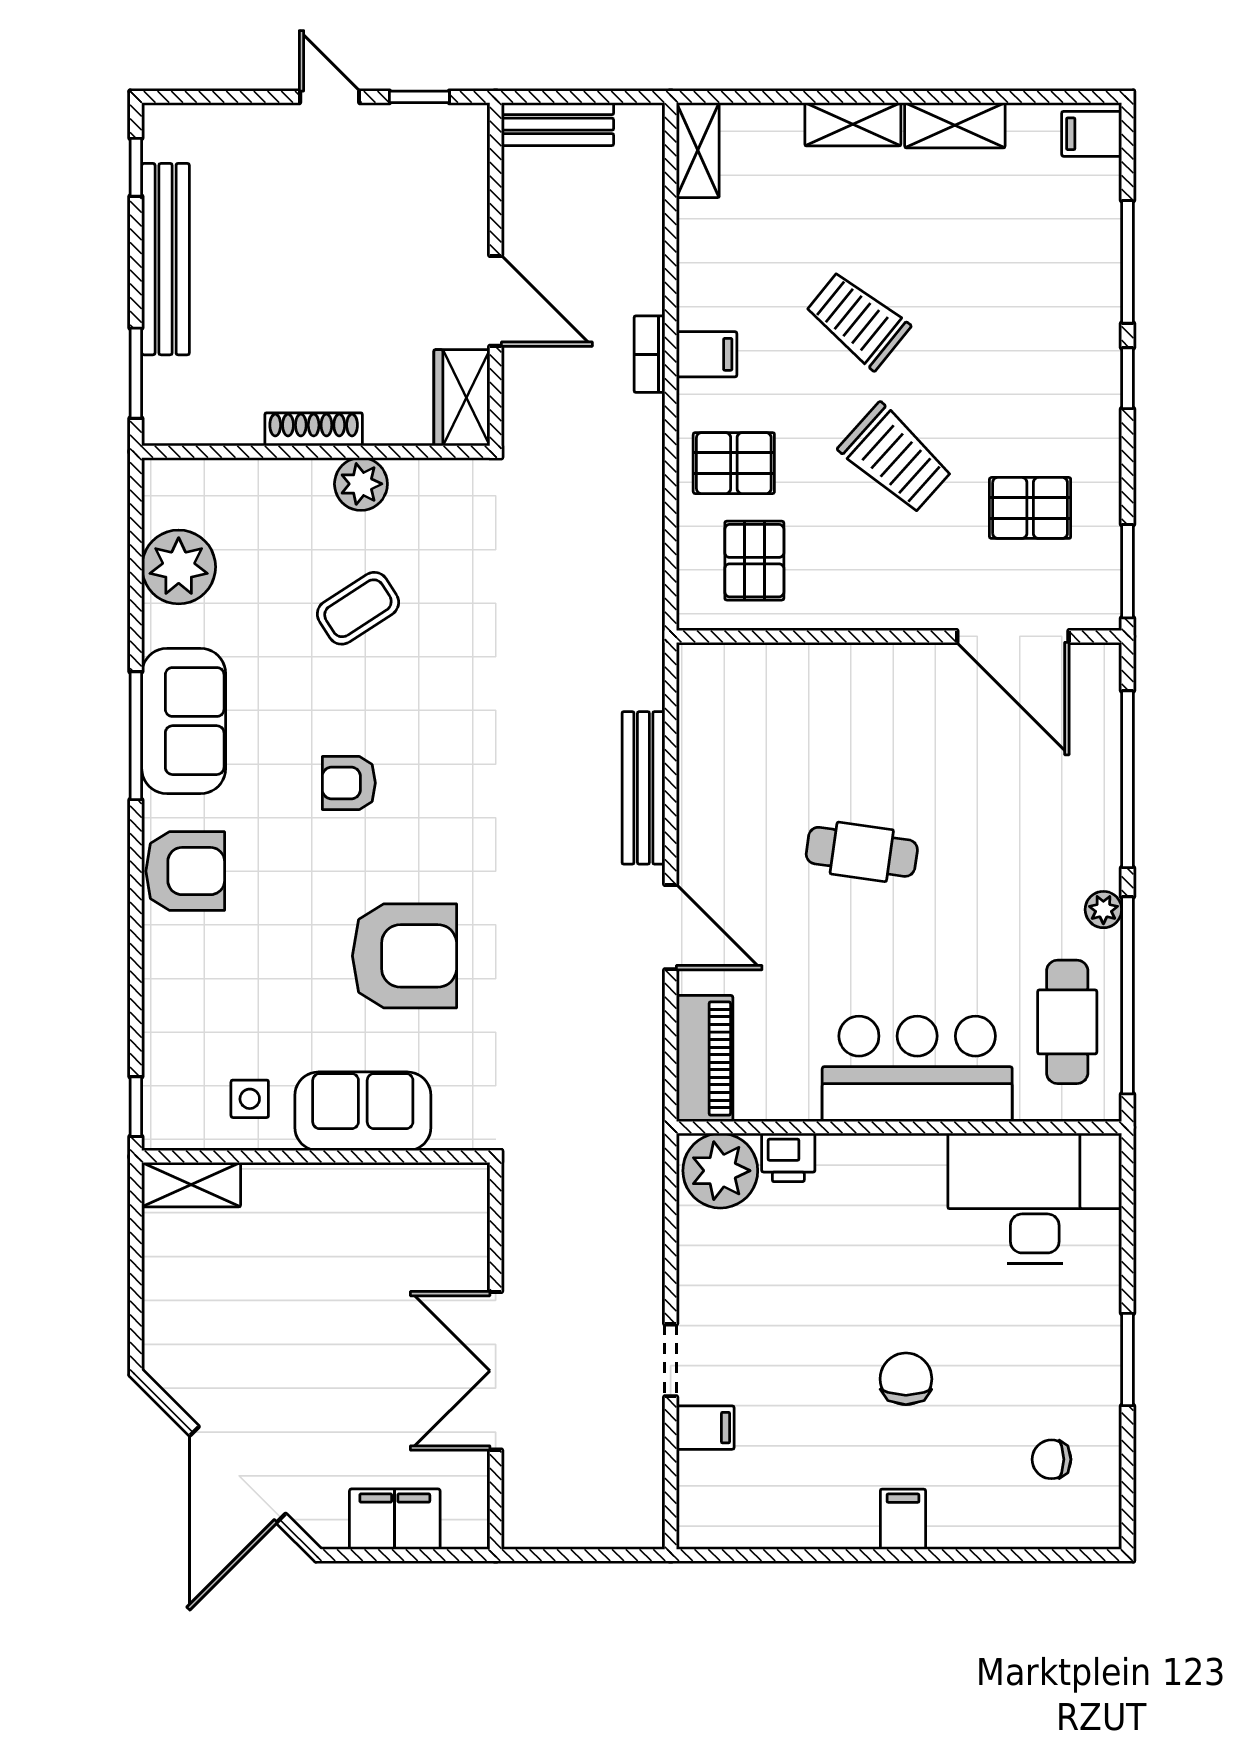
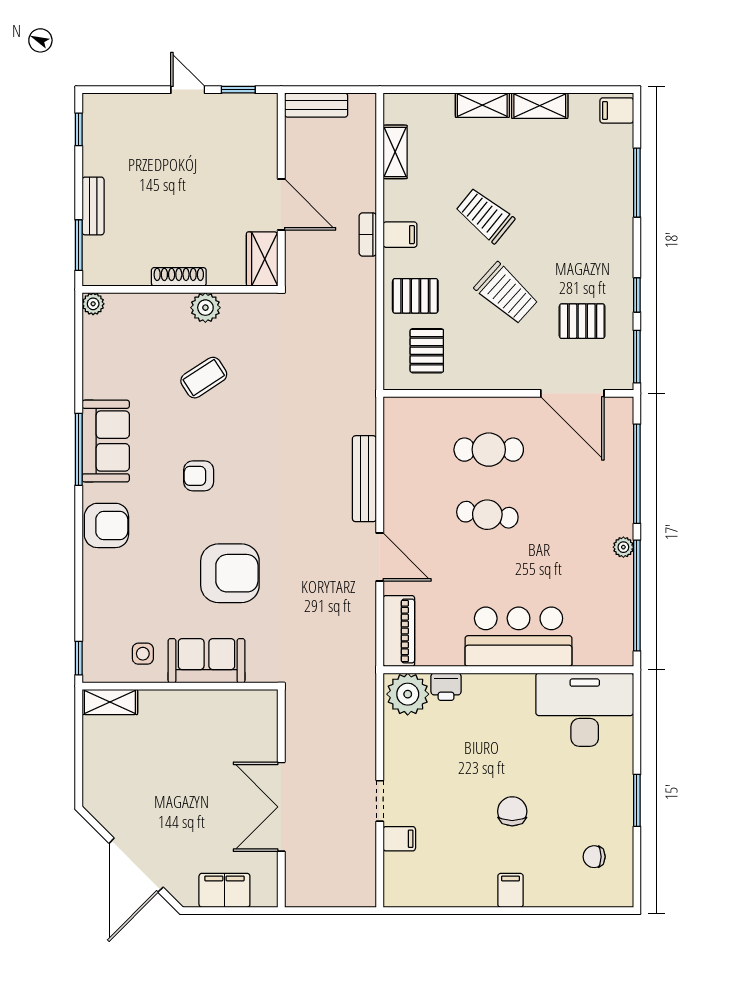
shelving: (698, 150) -> (395, 152), moved
bench: (166, 259) -> (93, 206), width x0.54, depth x0.82
window: (1128, 378) -> (637, 295), moved
plant: (179, 567) -> (93, 304), moved, width x0.53, depth x0.53
cafe table: (1067, 1022) -> (489, 450), moved, turned 90

